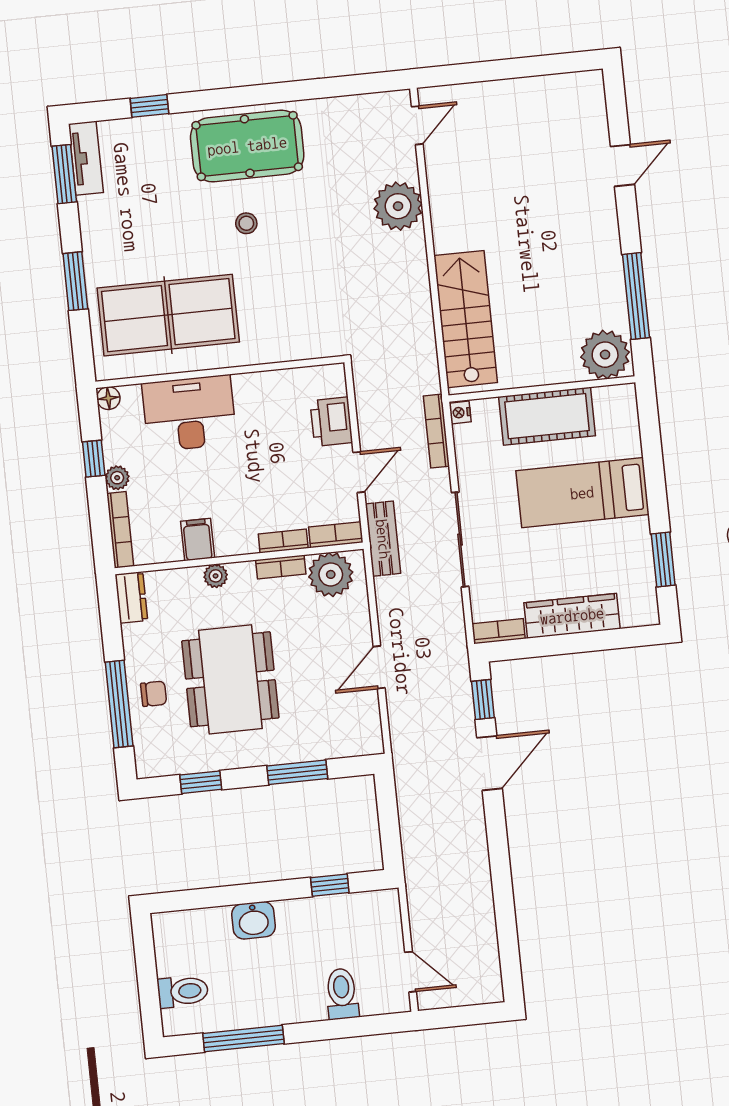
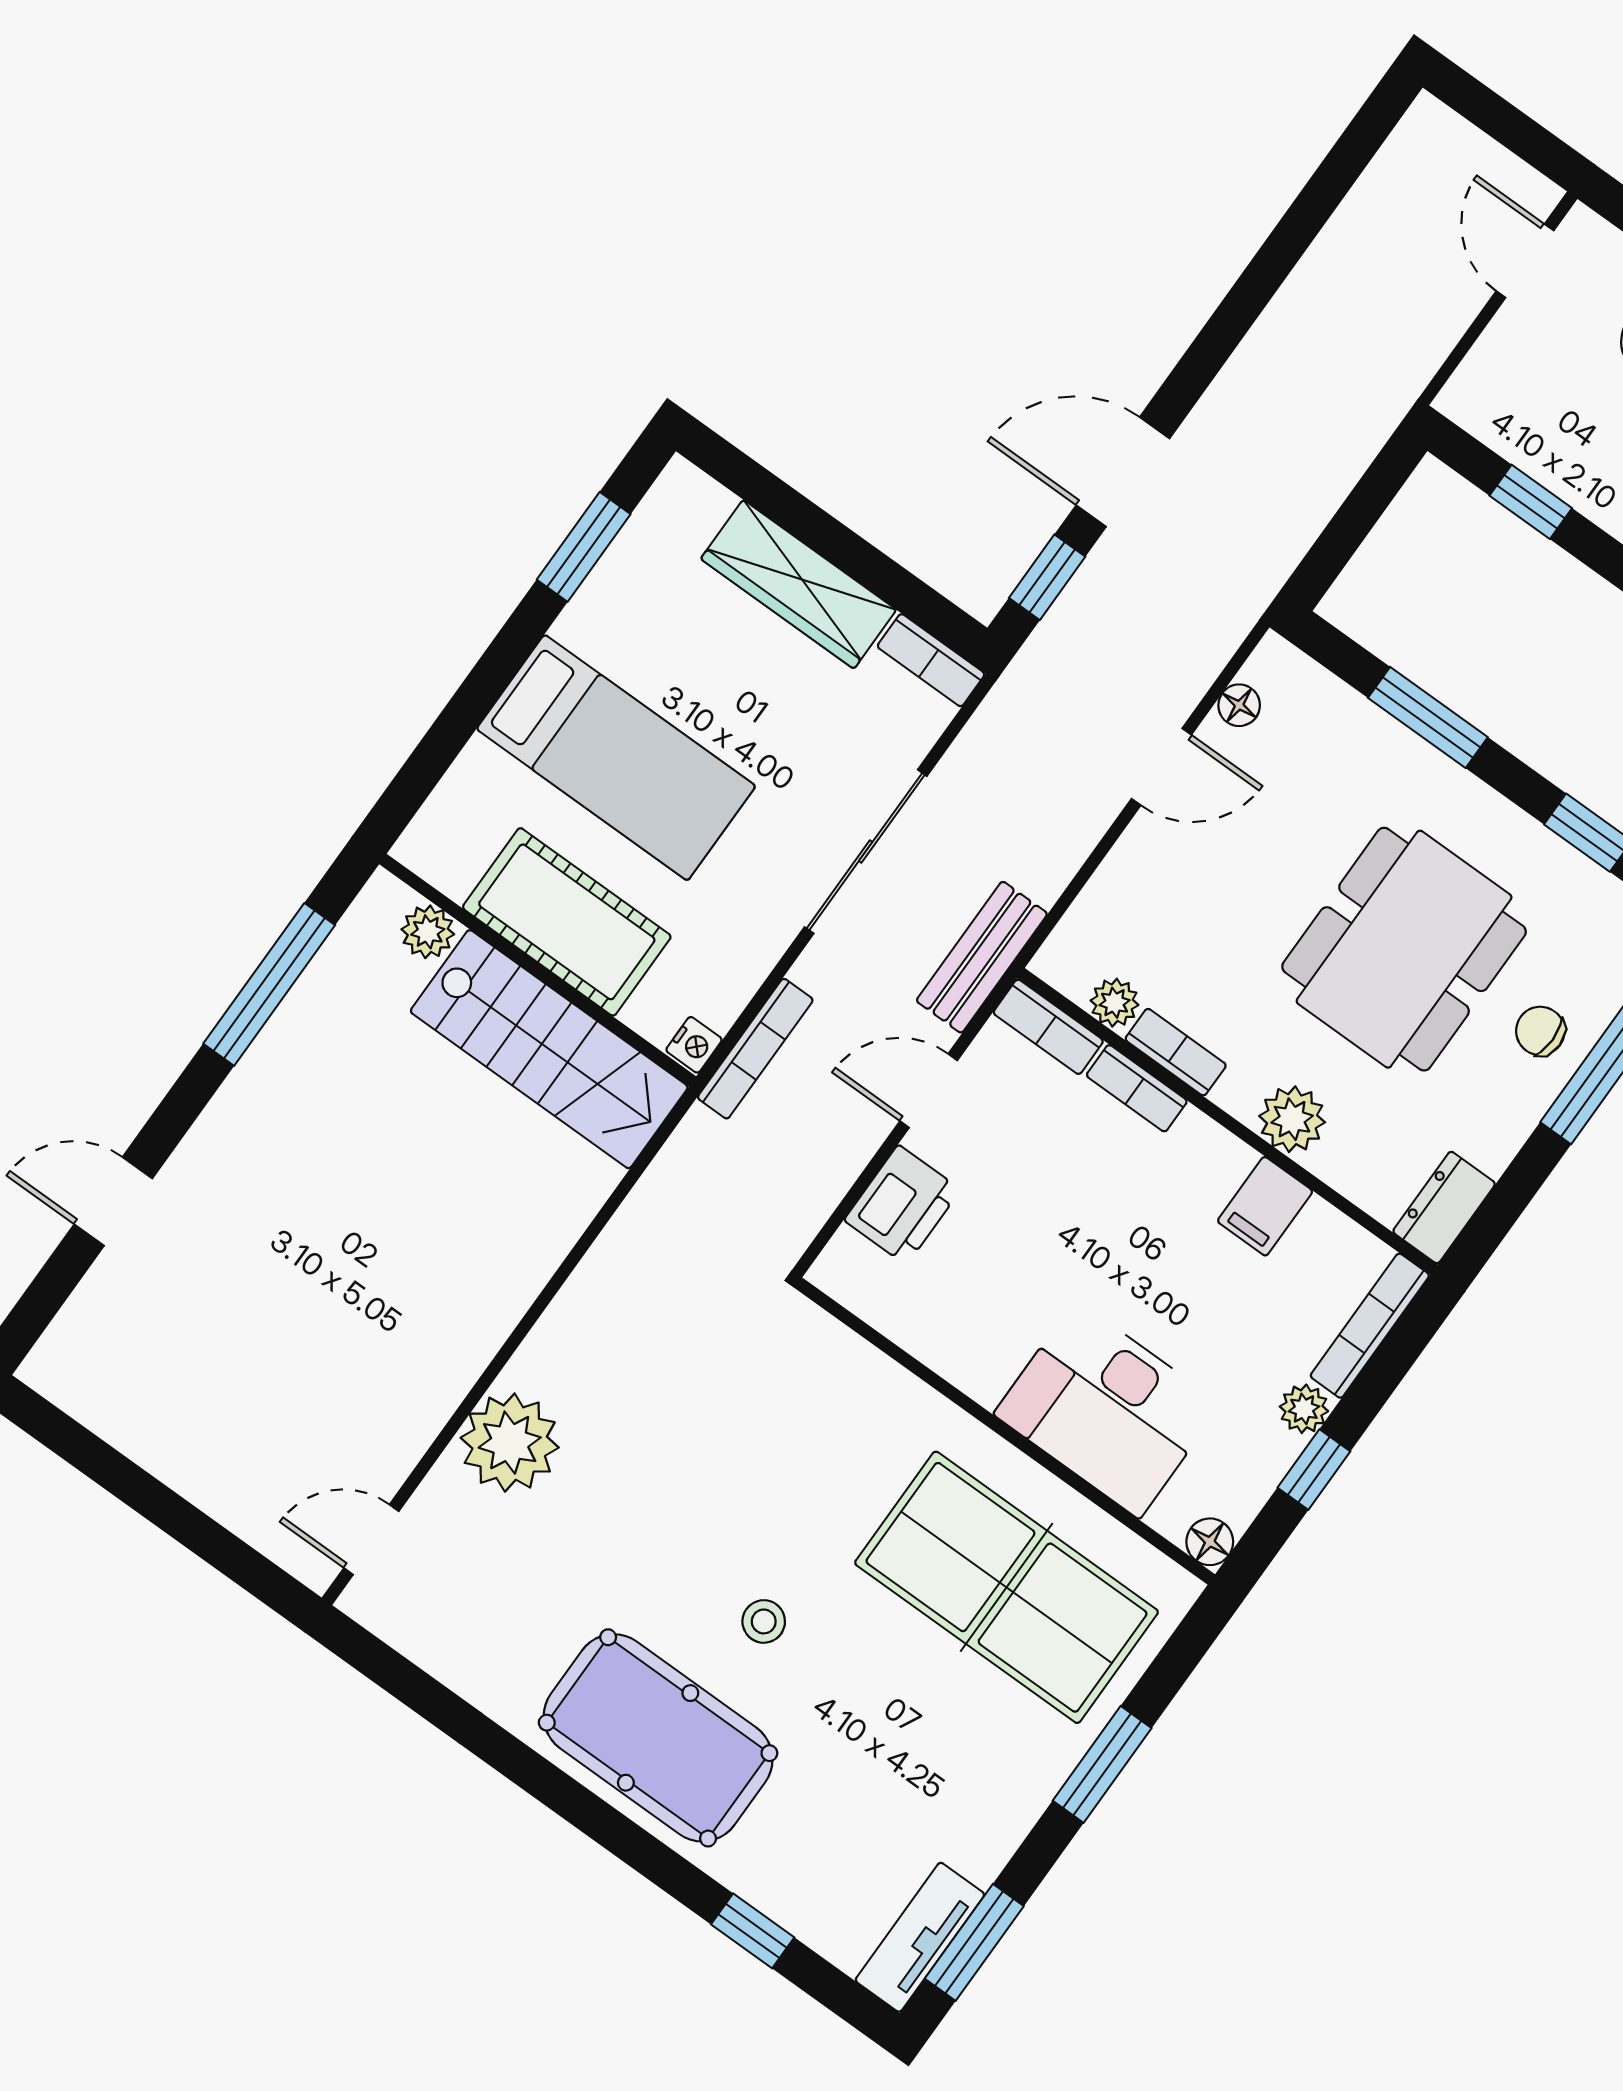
stairs: (466, 319) -> (549, 1049), moved, turned -90
plant: (605, 355) -> (428, 932), width x0.53, depth x0.53
plant: (331, 574) -> (1115, 1003), width x0.53, depth x0.53
plant: (216, 576) -> (1292, 1119), width x1.38, depth x1.38
floor lamp: (371, 715) -> (1239, 705), added

